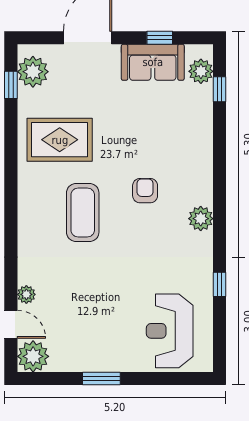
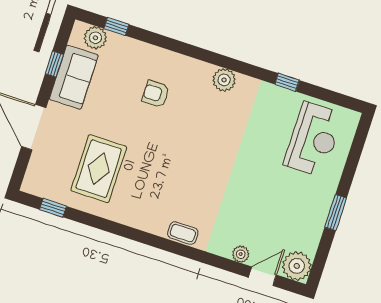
plant: (33, 72) -> (48, 185), removed
rug: (60, 140) -> (99, 169), moved
armchair: (145, 191) -> (156, 94), moved
coffee table: (83, 213) -> (183, 233), moved, width x0.54, depth x0.58
reception desk: (170, 331) -> (313, 139), turned -90

